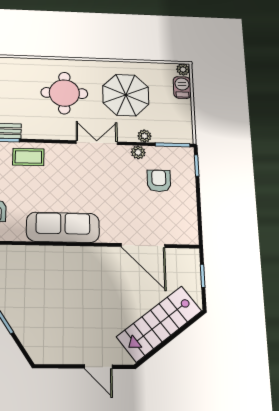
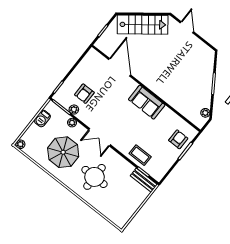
barbecue: (182, 87) -> (42, 118), moved
plant: (138, 152) -> (74, 110), moved
sofa: (63, 227) -> (147, 102), width x0.73

